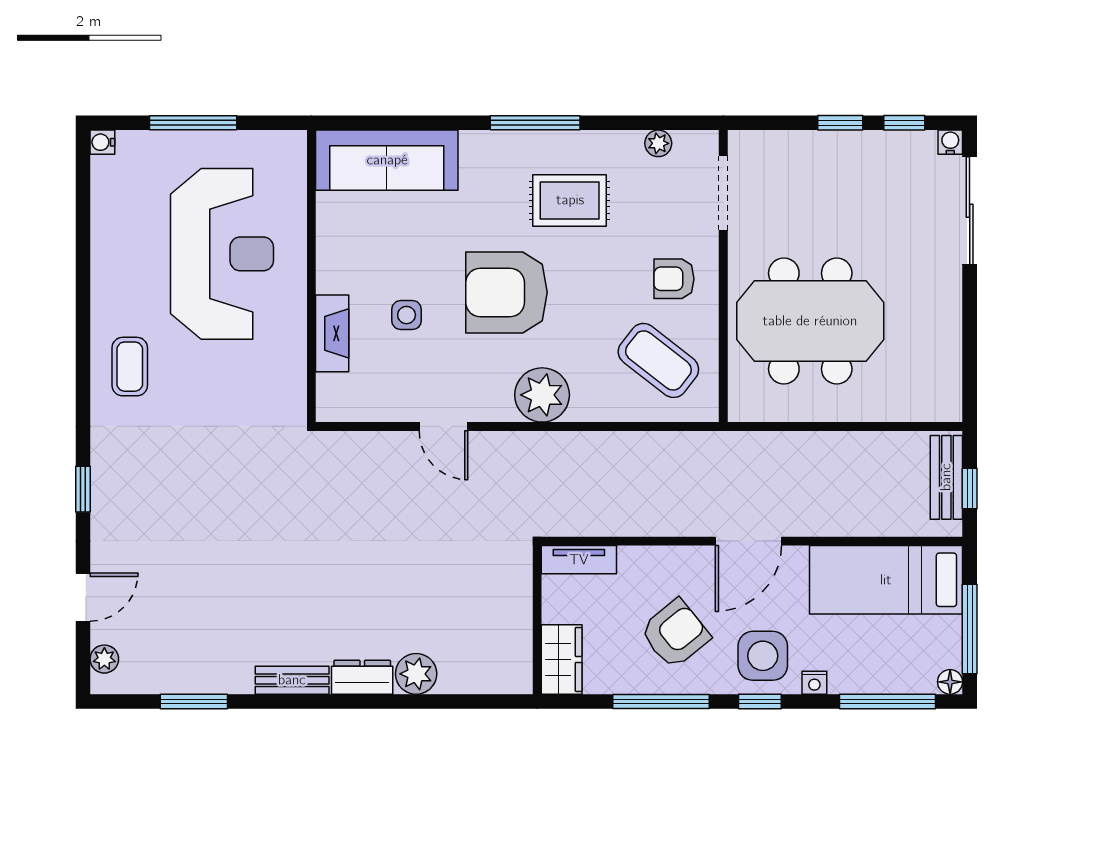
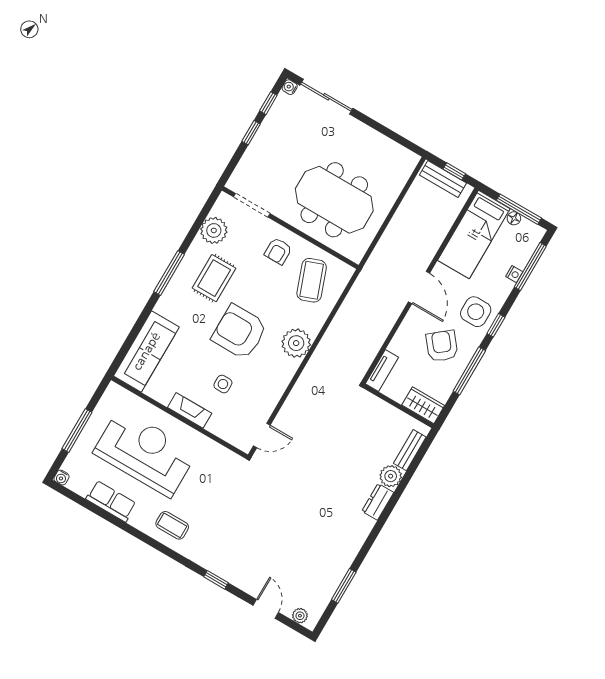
plant: (658, 143) -> (214, 230), width x1.88, depth x1.88
row of seats: (111, 245) -> (111, 501), added
armchair: (506, 292) -> (239, 332), turned 90
meeting table: (810, 321) -> (334, 200), turned 90
fireplace: (332, 333) -> (190, 410), moved
coffee table: (658, 360) -> (312, 280), turned -58
door: (443, 426) -> (262, 435), moved
bench: (292, 680) -> (410, 450), moved
floor lamp: (950, 682) -> (514, 218), moved
nightstand: (814, 683) -> (514, 274), moved

